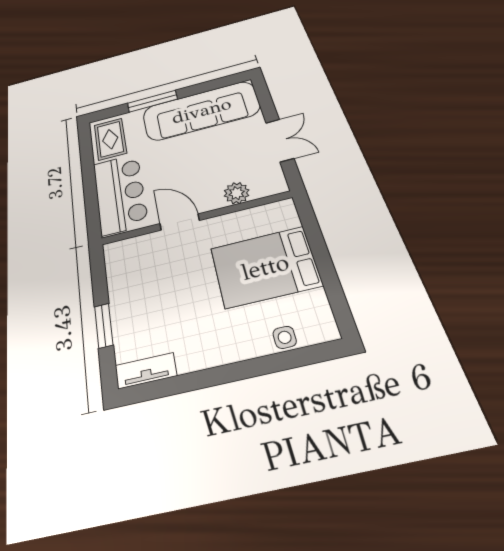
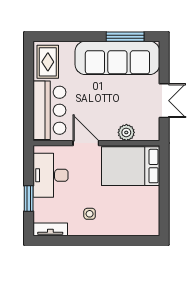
window: (152, 101) -> (125, 37), moved
bed: (265, 267) -> (131, 166), moved
desk: (134, 281) -> (51, 175), added
side table: (285, 337) -> (90, 214), moved

